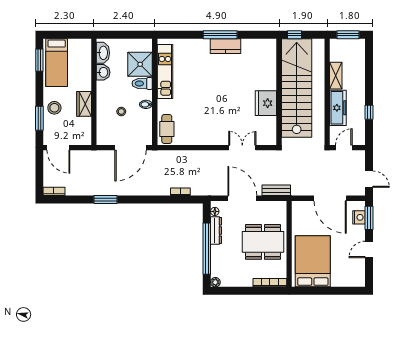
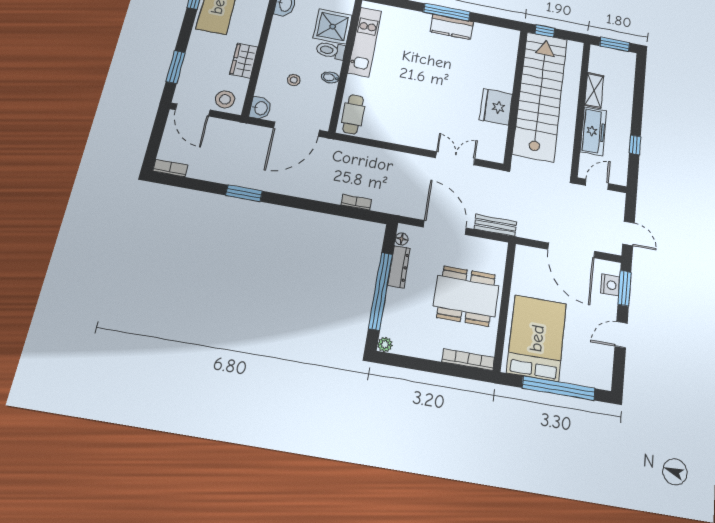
washbasin: (103, 72) -> (260, 108), moved
stool: (54, 108) -> (225, 99), moved
window: (331, 291) -> (559, 388), added

